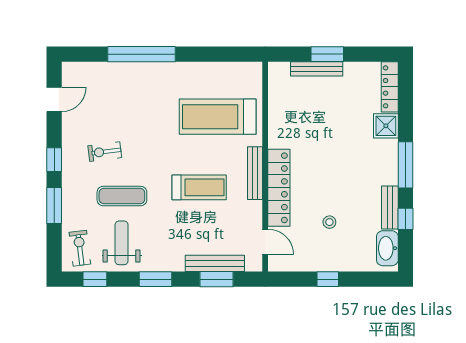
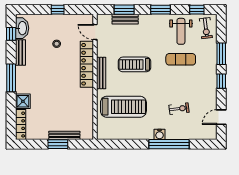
water cooler: (157, 70) -> (160, 134), added
exercise bike: (105, 152) -> (179, 109), moved
window: (406, 219) -> (11, 34), moved
bench: (215, 263) -> (125, 19), width x0.73

